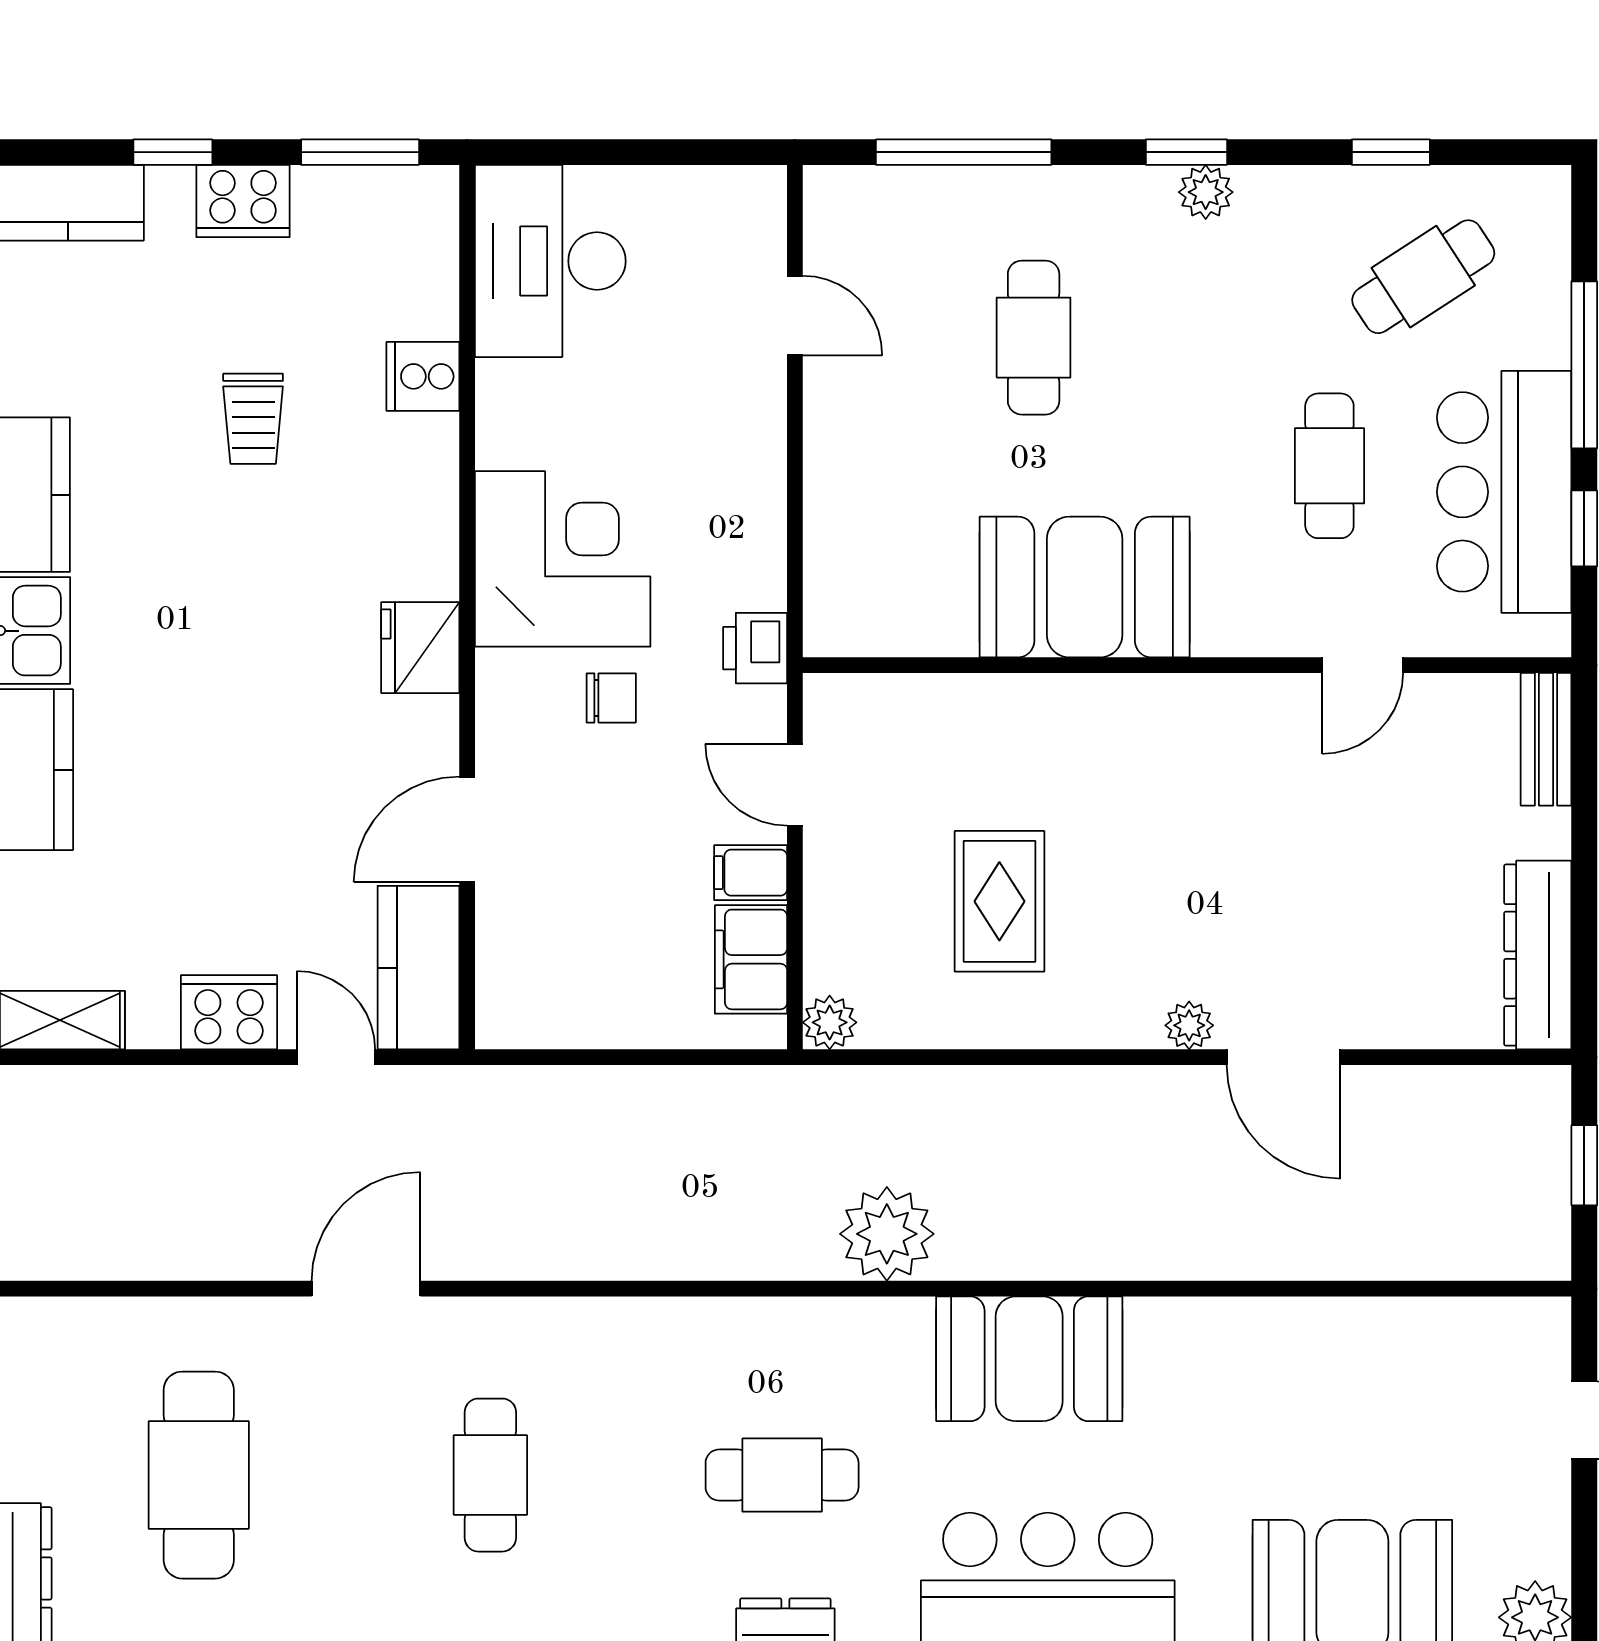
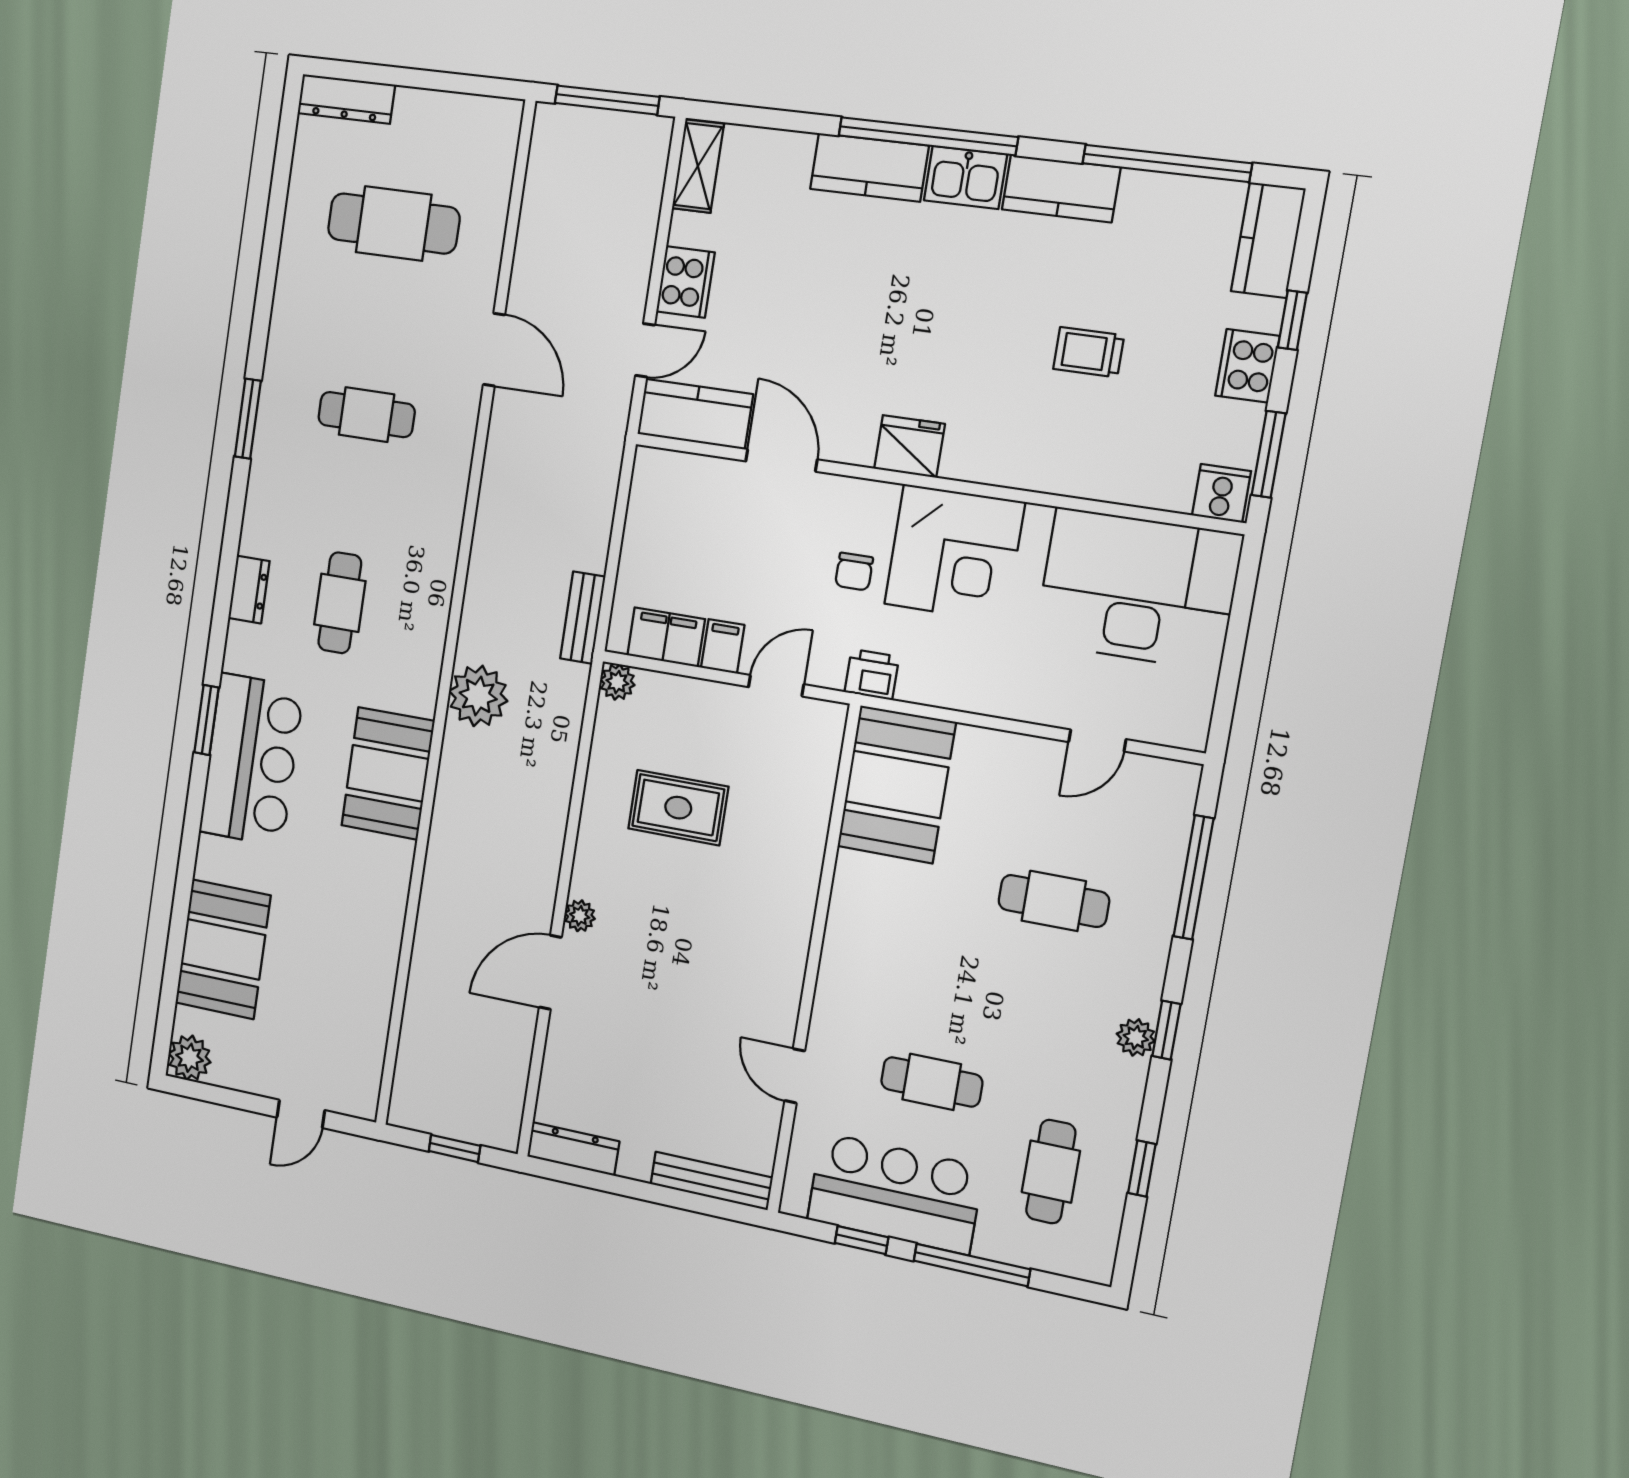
desk: (550, 261) -> (1138, 589), width x1.36, depth x1.30
cafe table: (1423, 277) -> (1051, 1172), turned 33
cooker: (423, 376) -> (1221, 493), moved
booth: (1085, 587) -> (896, 784), moved
bench: (1546, 739) -> (711, 1181), width x1.36
dresser: (1538, 955) -> (573, 1149), width x0.73, depth x0.80
bench: (743, 1090) -> (583, 618), added

